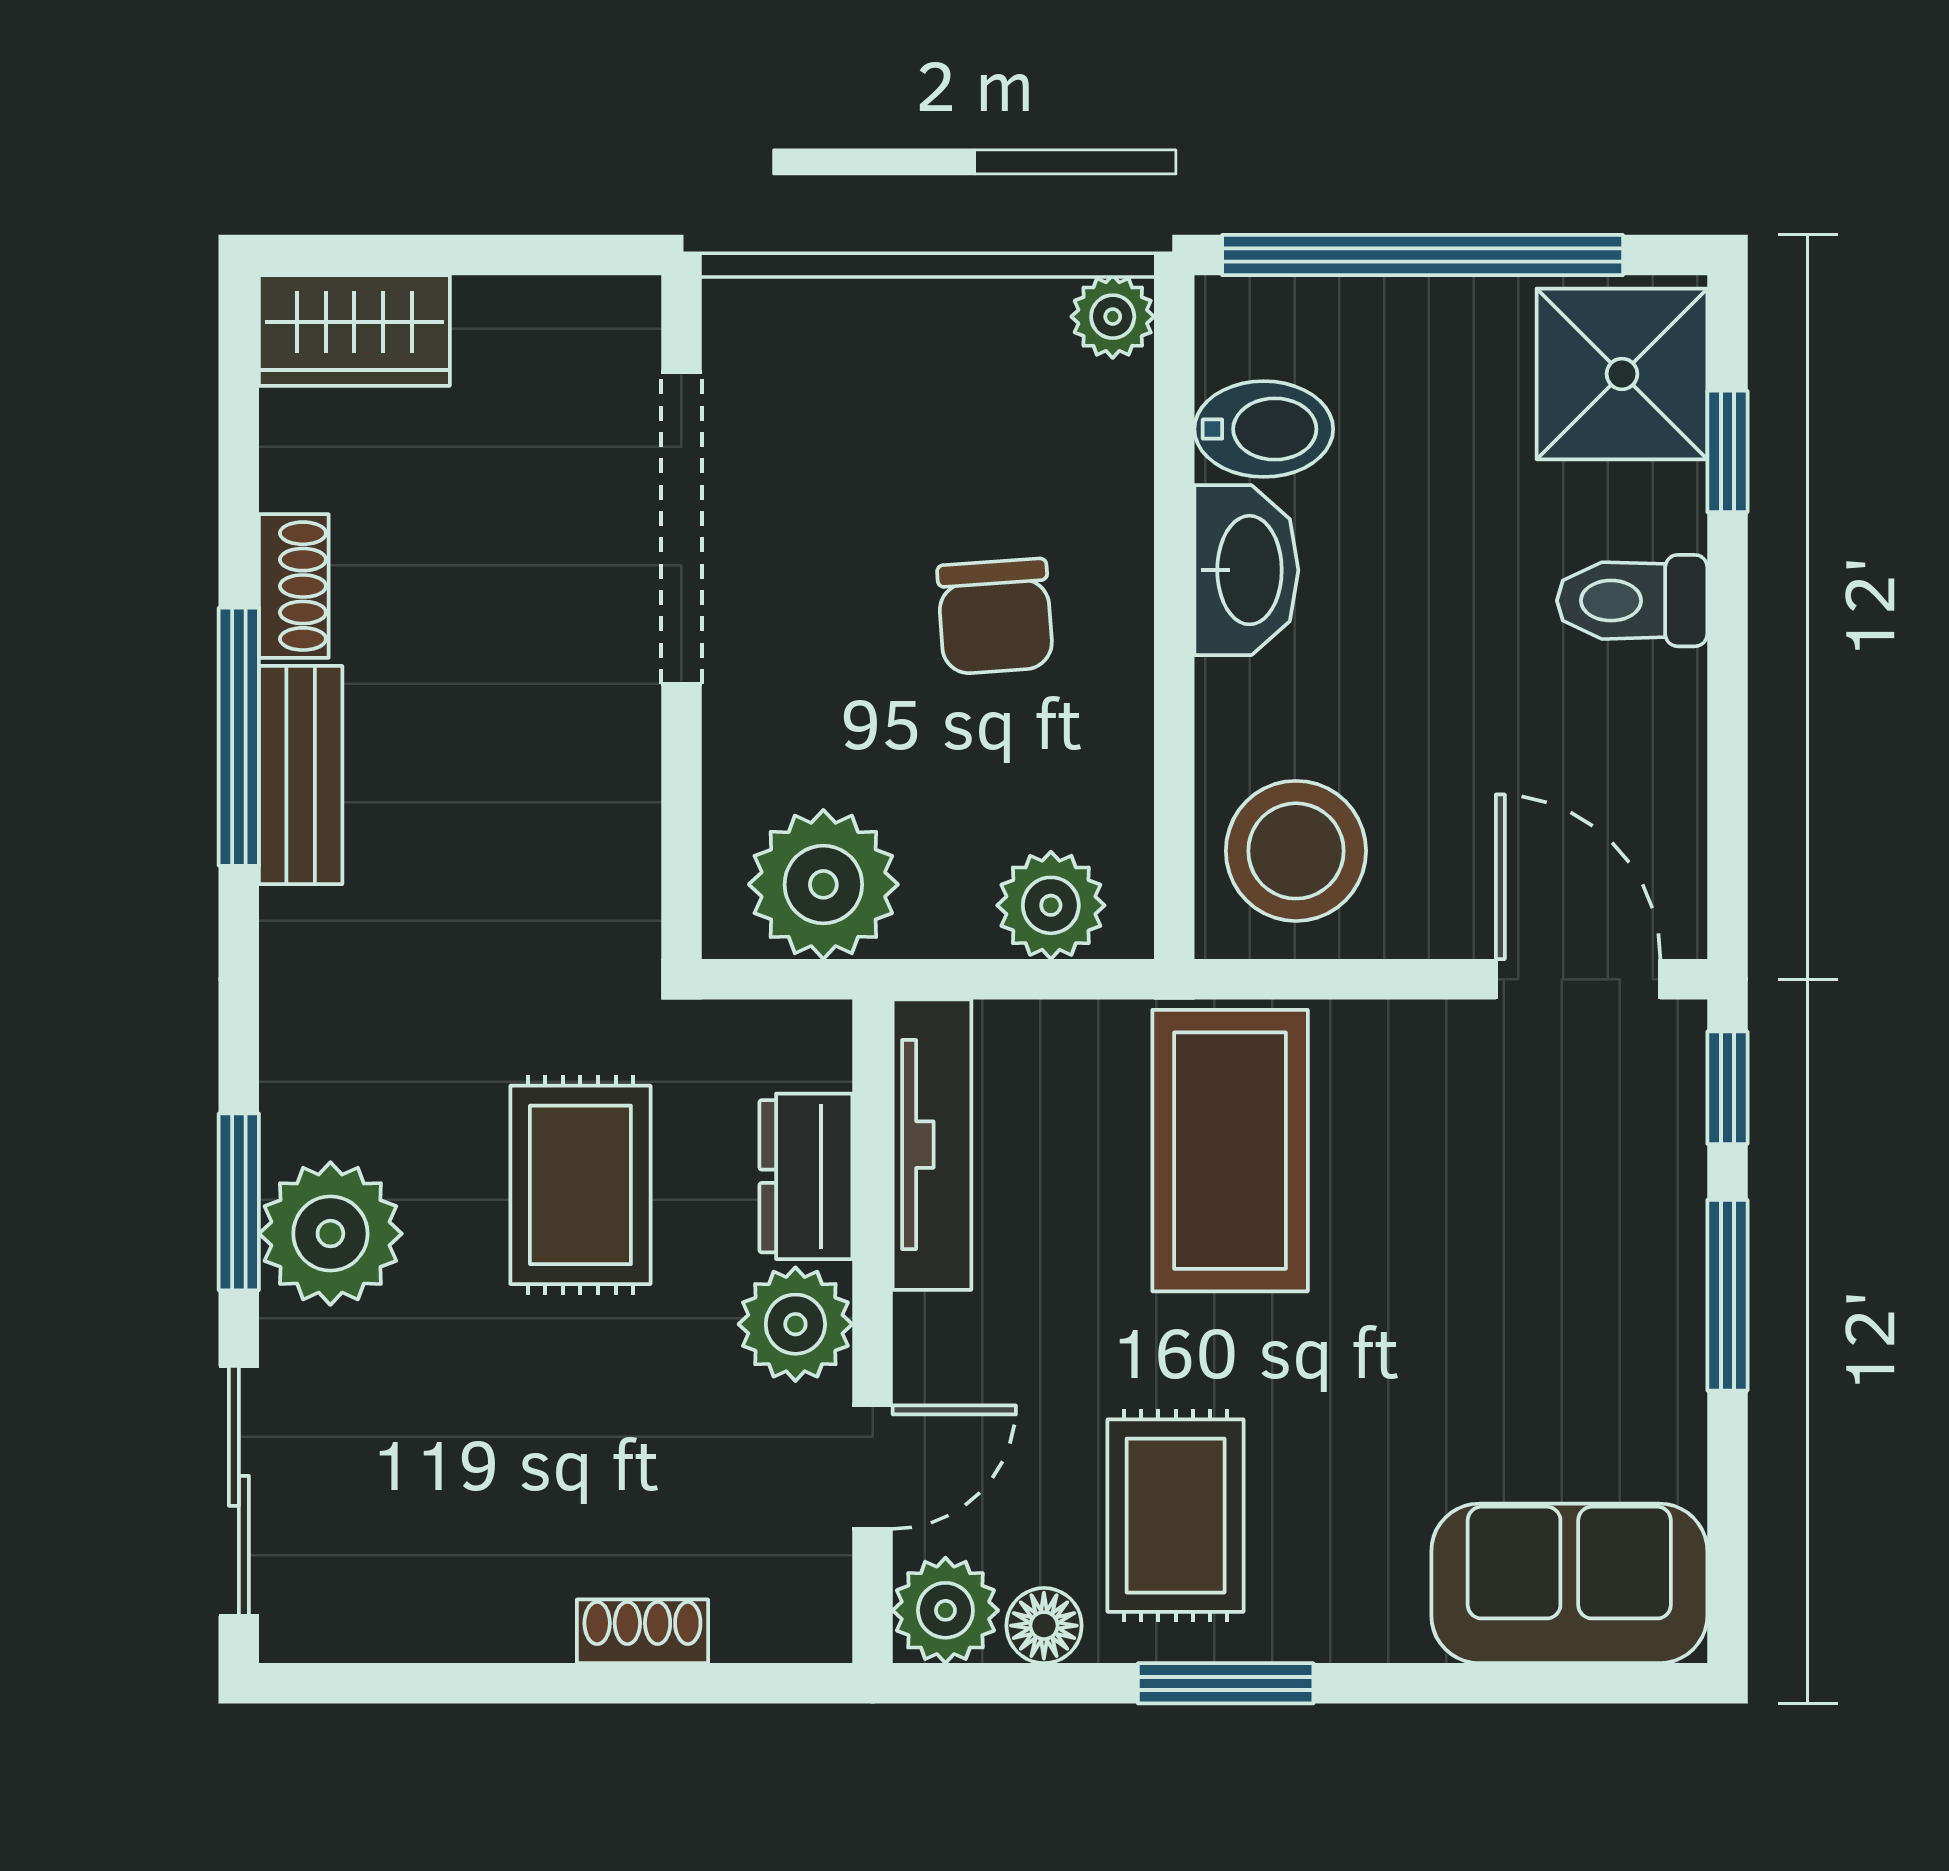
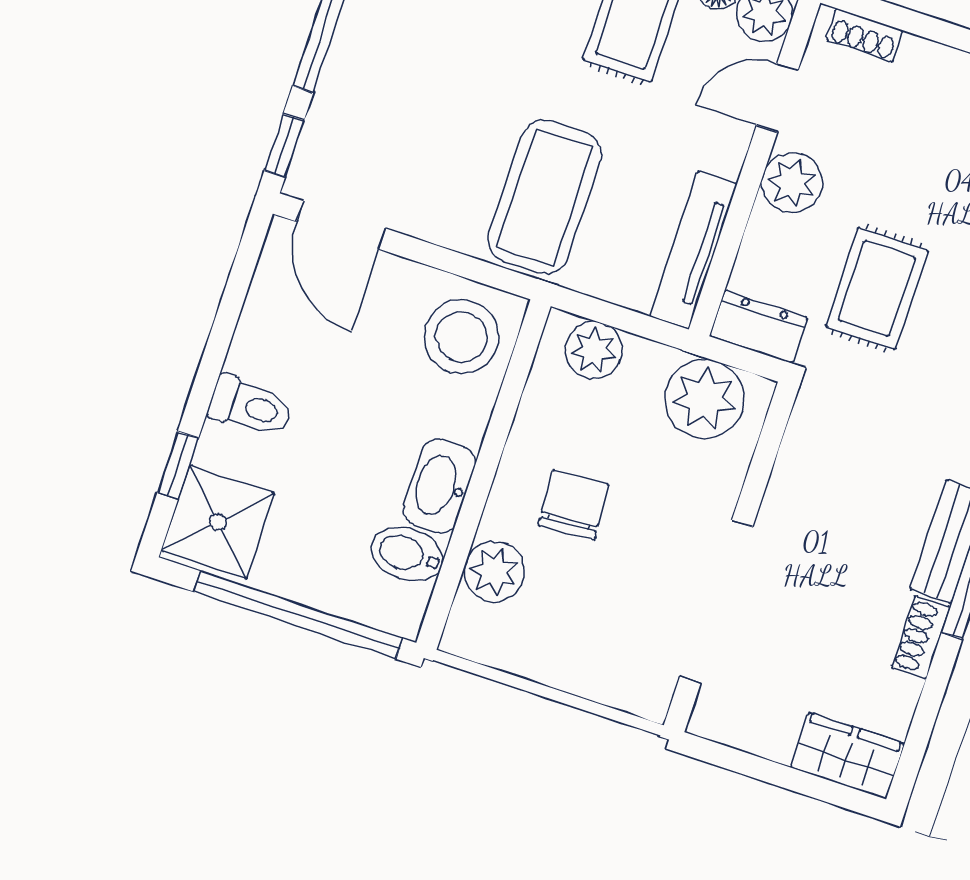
plant: (1113, 317) -> (494, 571), moved, width x1.38, depth x1.38
dresser: (806, 1176) -> (759, 327), moved, turned -90
shoe rack: (642, 1631) -> (864, 35), moved

